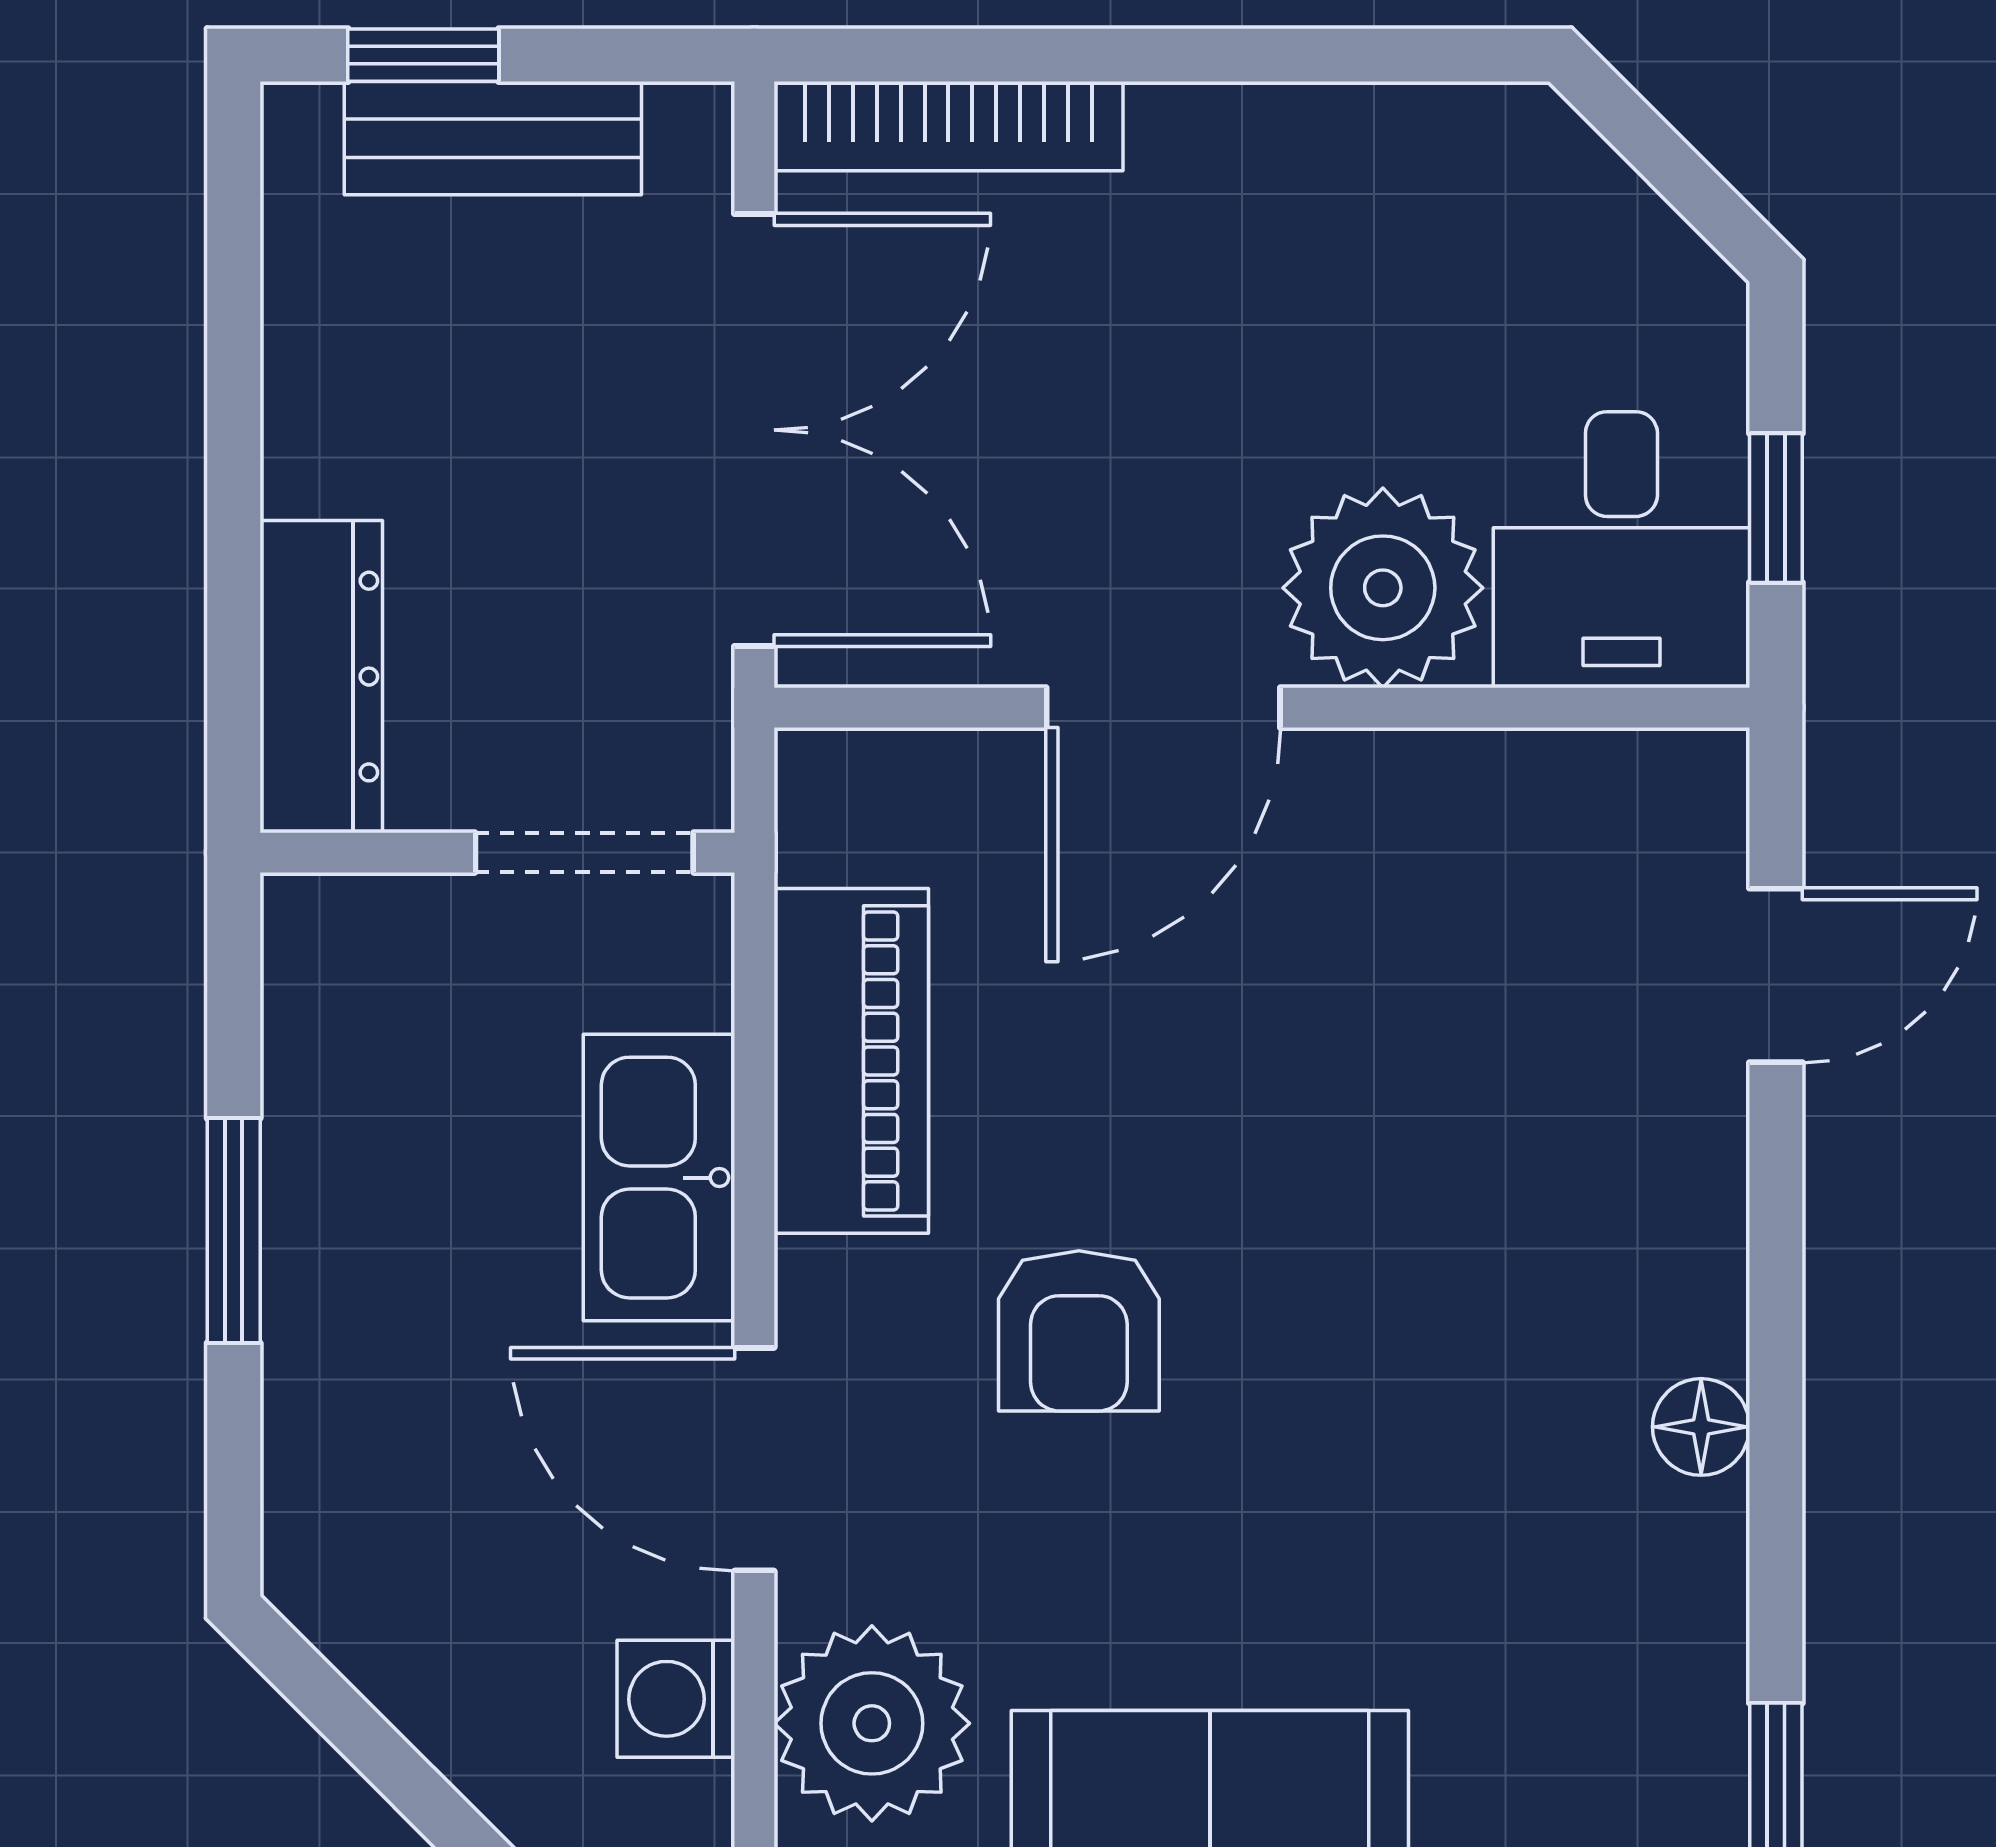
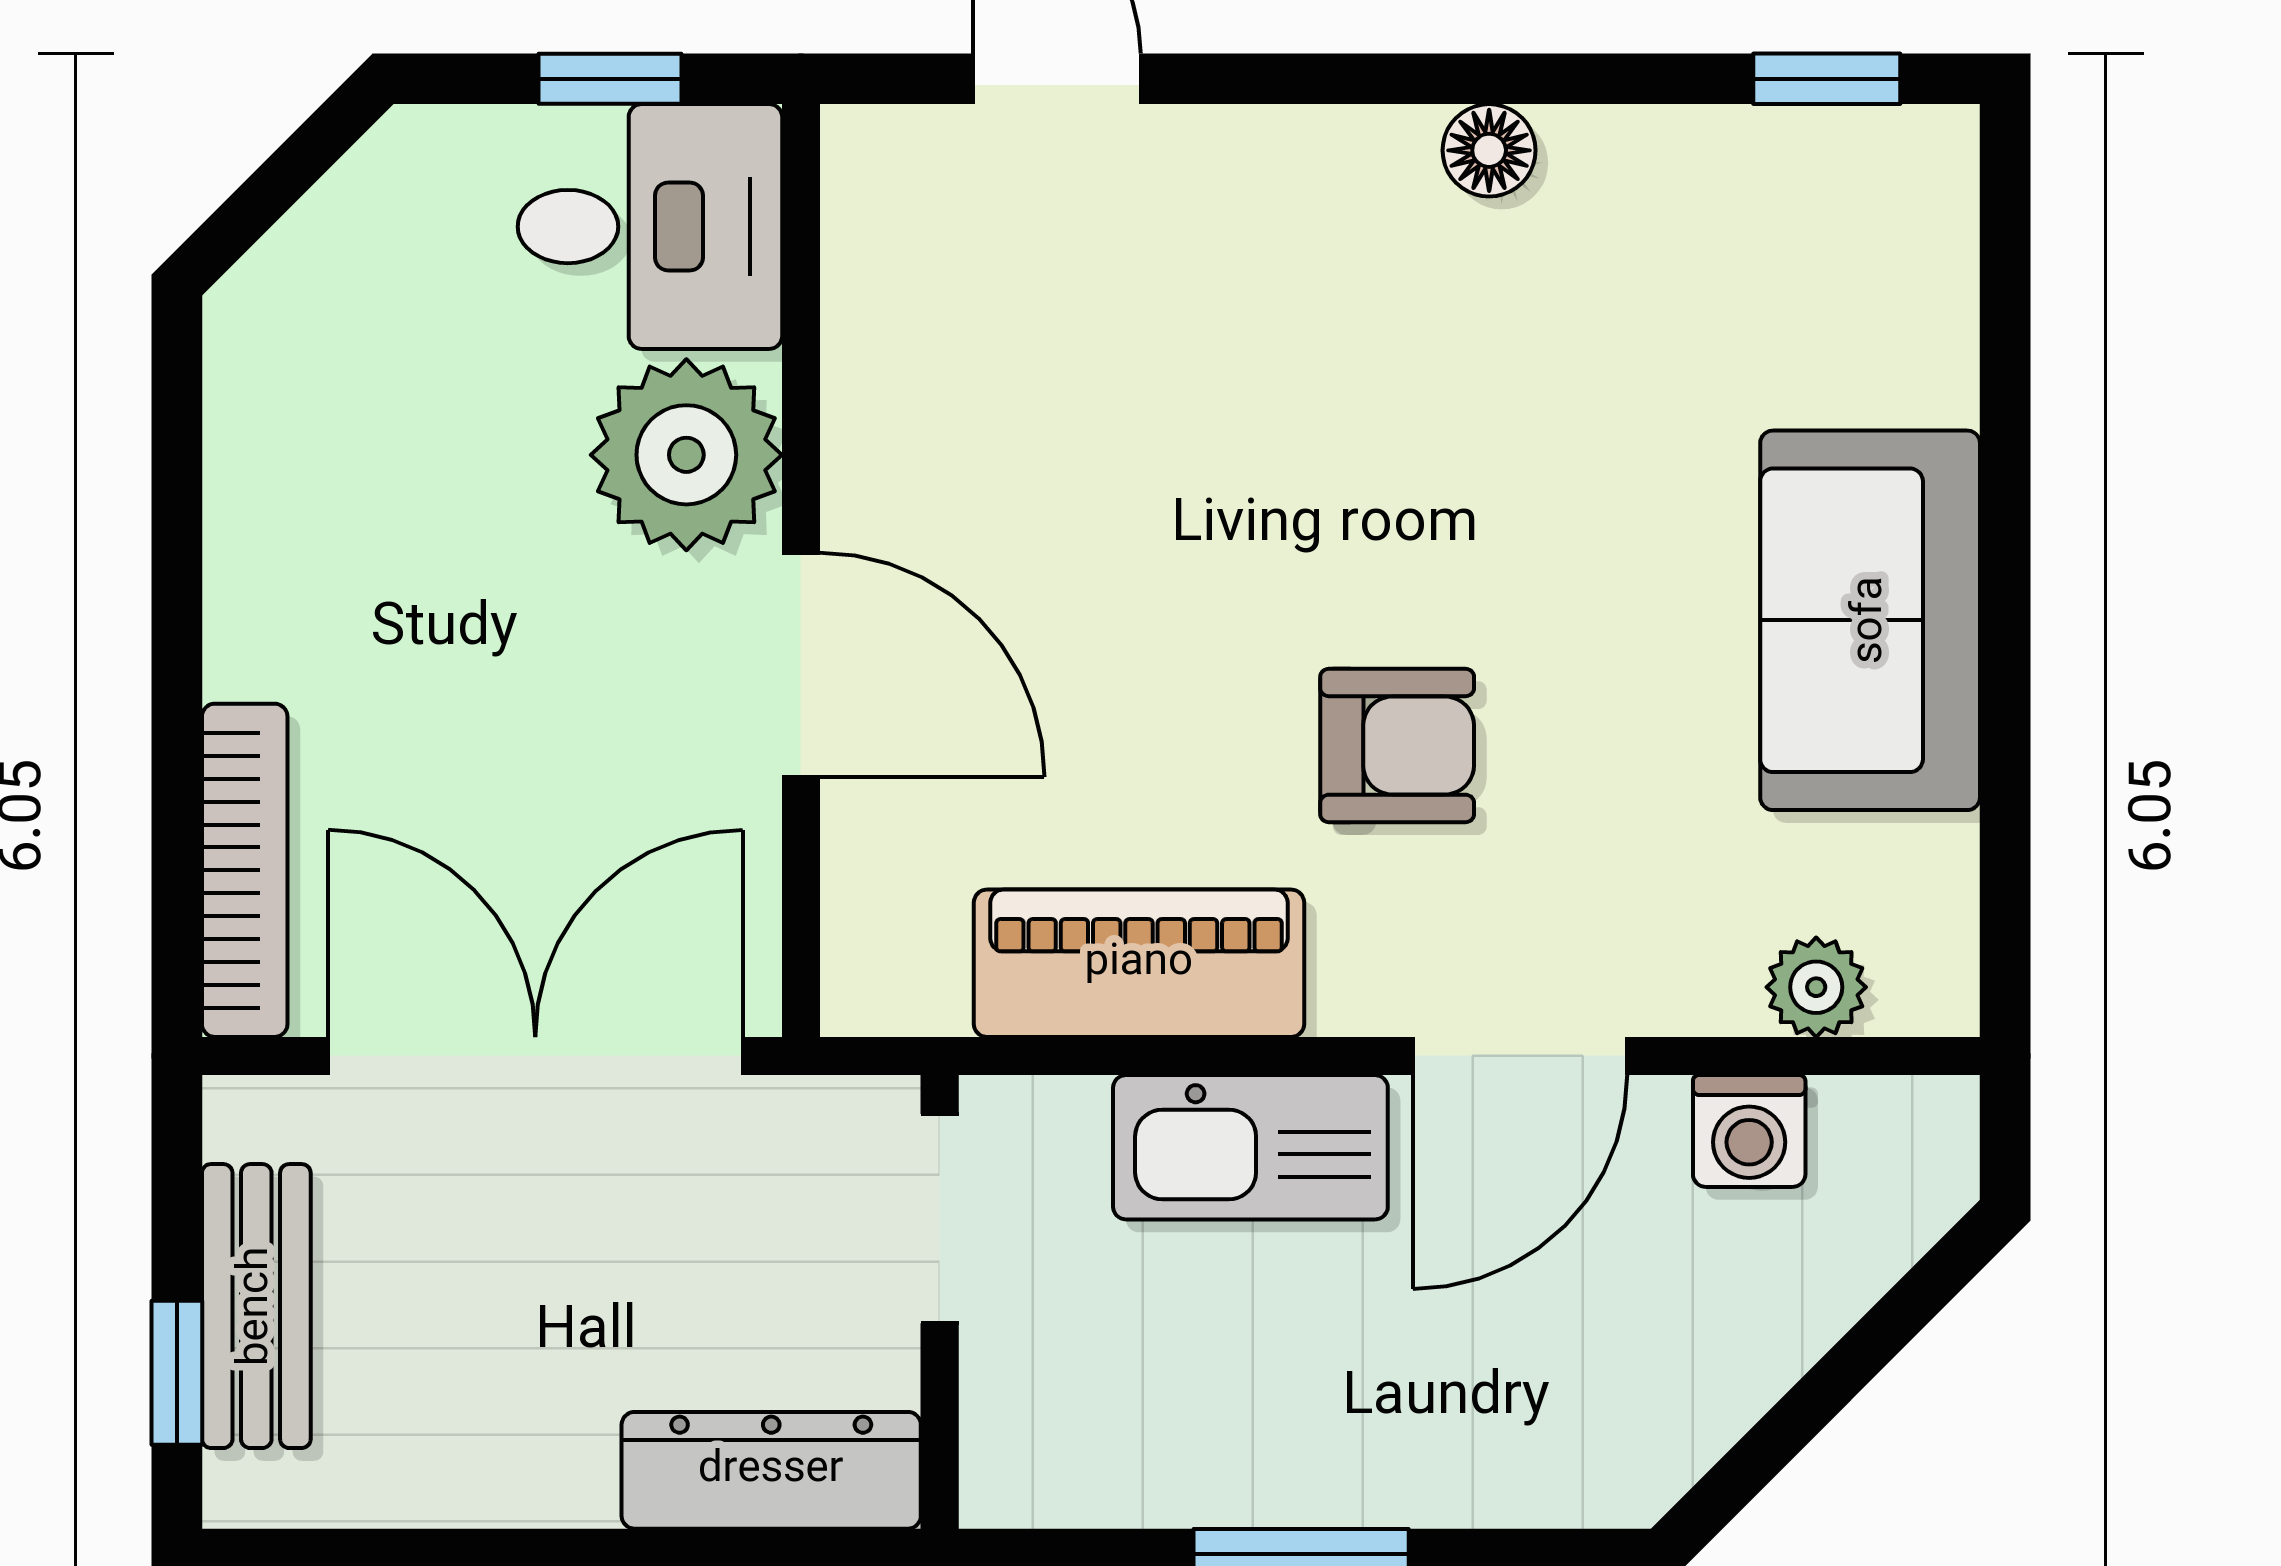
plant: (872, 1723) -> (1816, 987), width x0.53, depth x0.53

